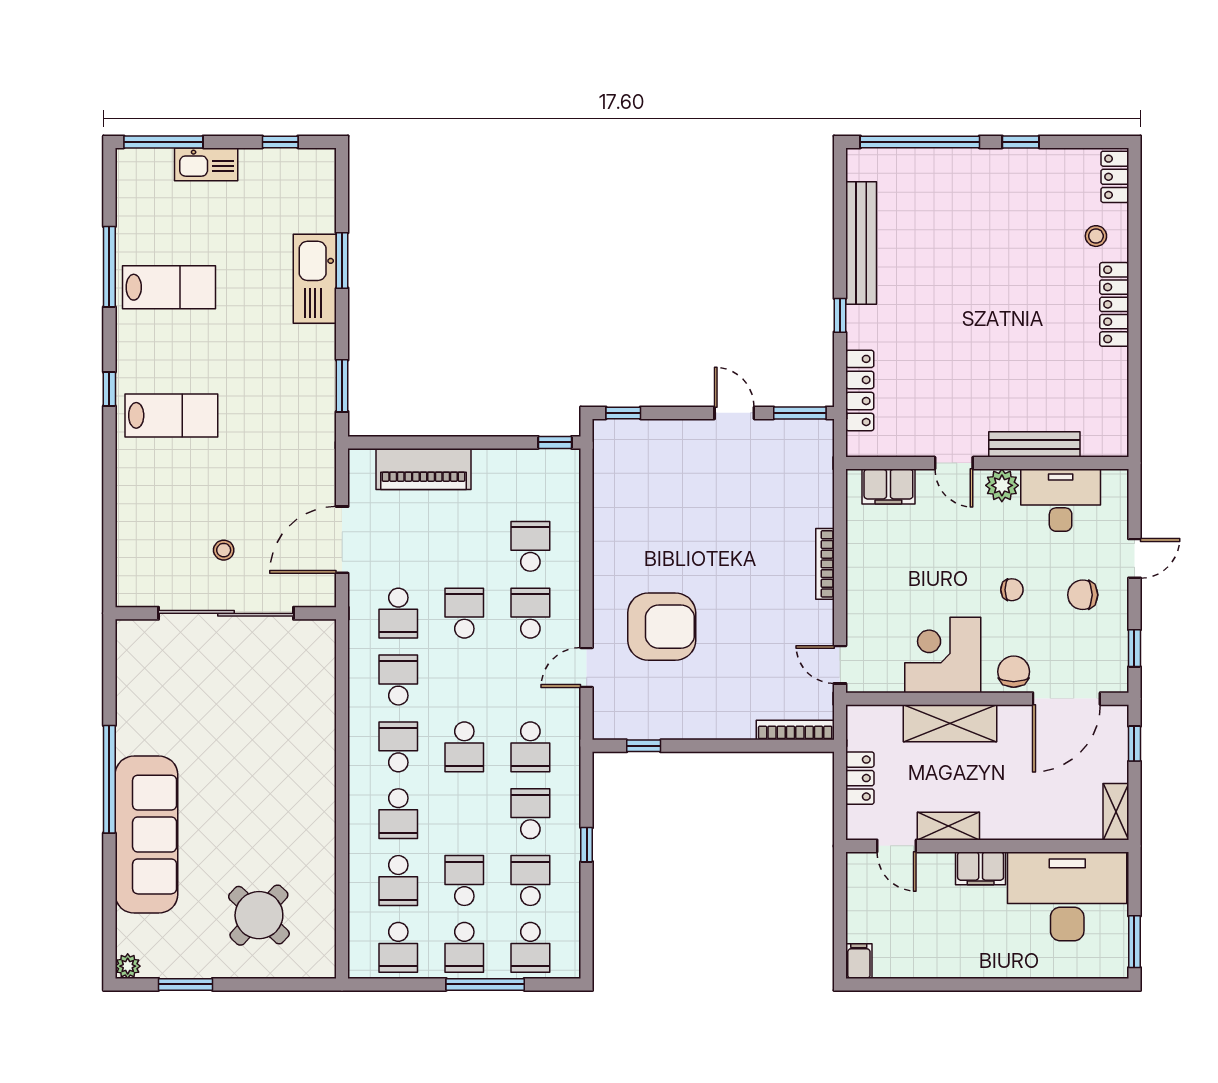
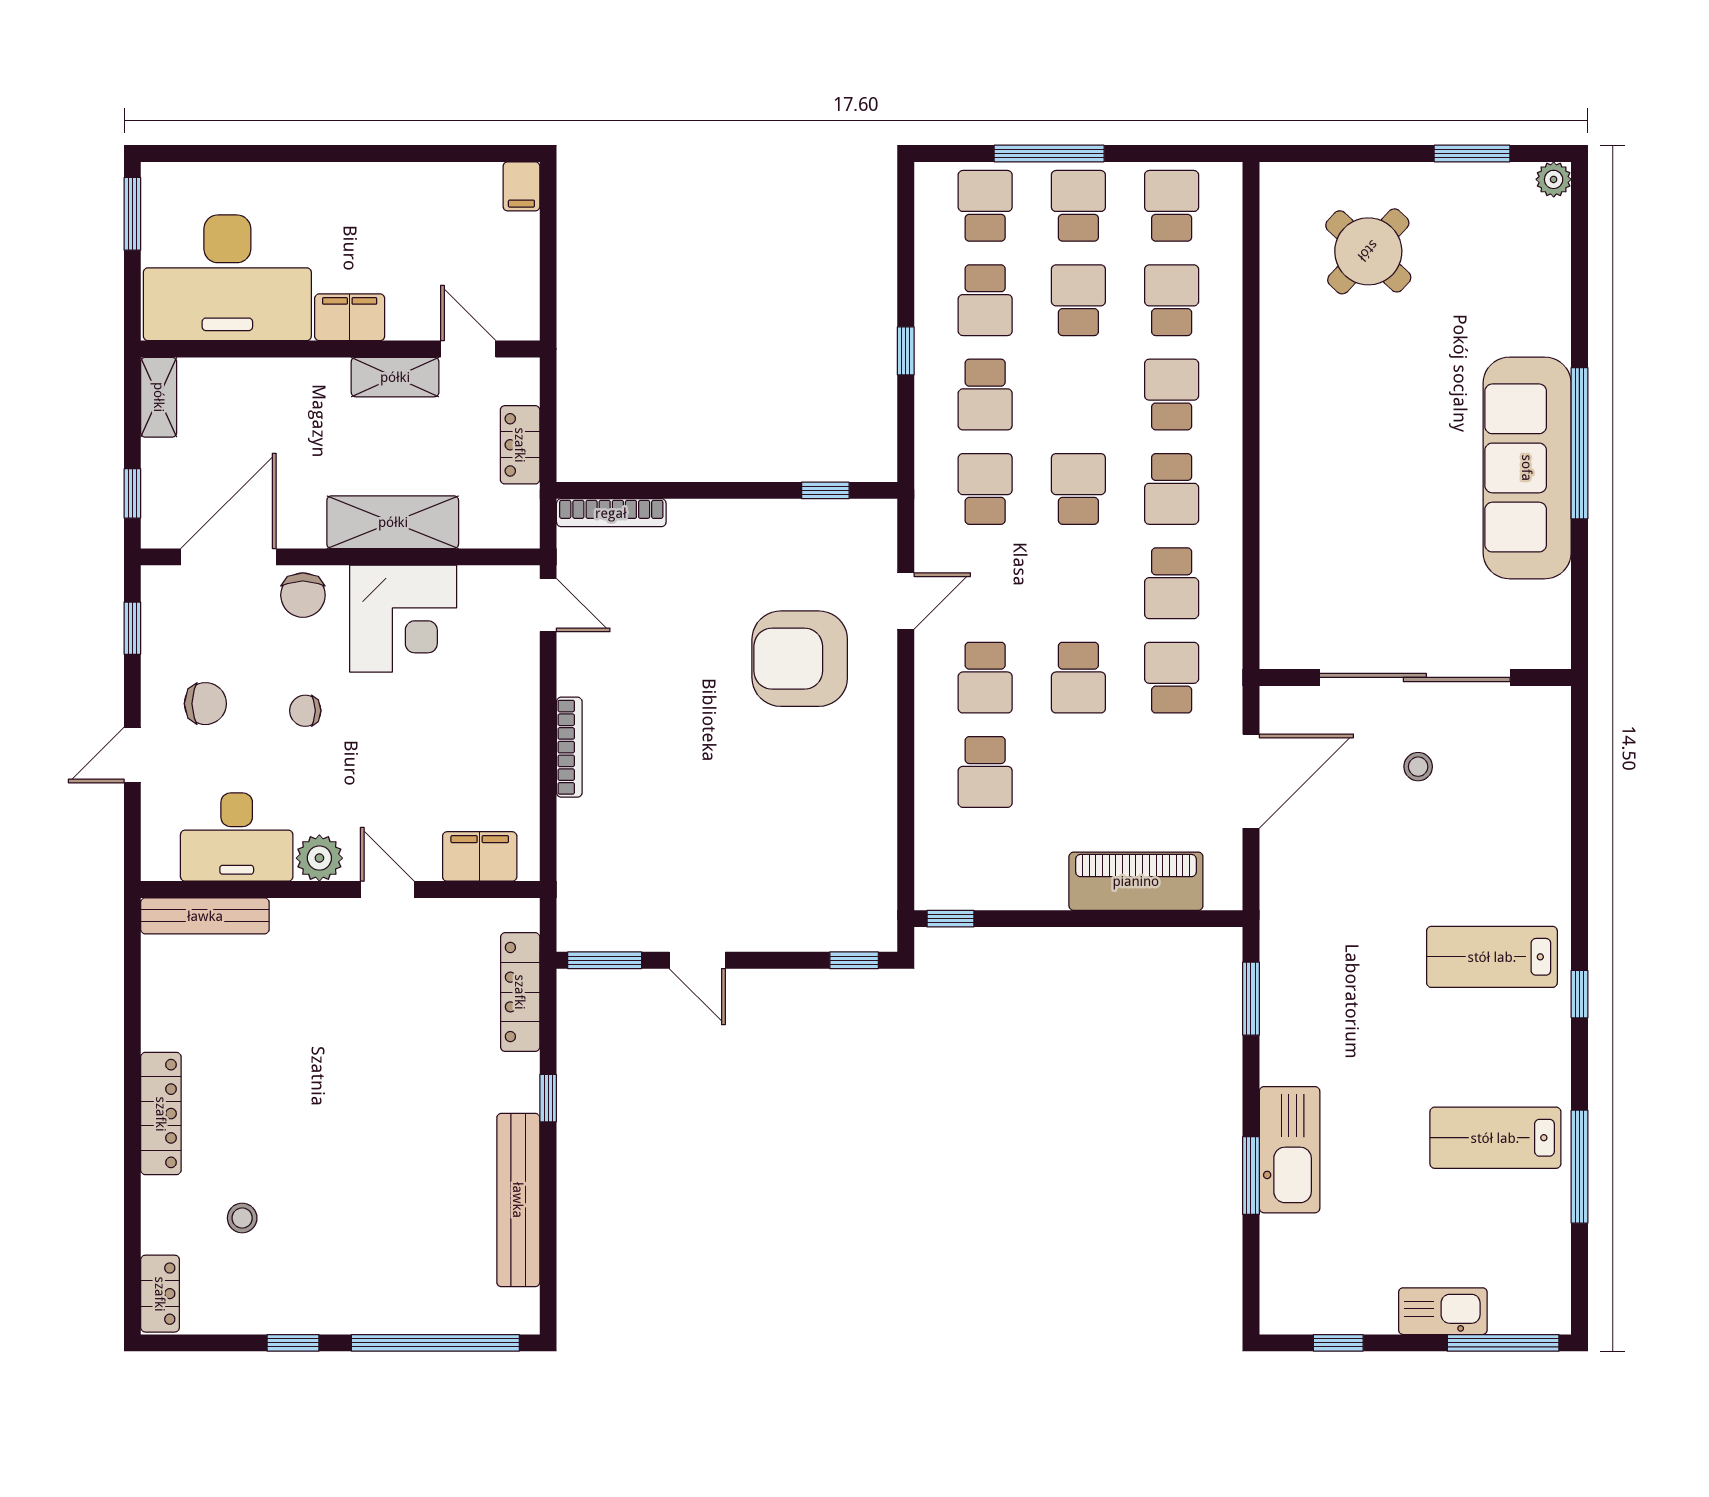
stool: (1096, 236) -> (242, 1218), moved
bench: (1034, 444) -> (205, 916), moved
sofa: (146, 835) -> (1527, 468), moved
school desk: (464, 881) -> (1078, 300), turned 180

